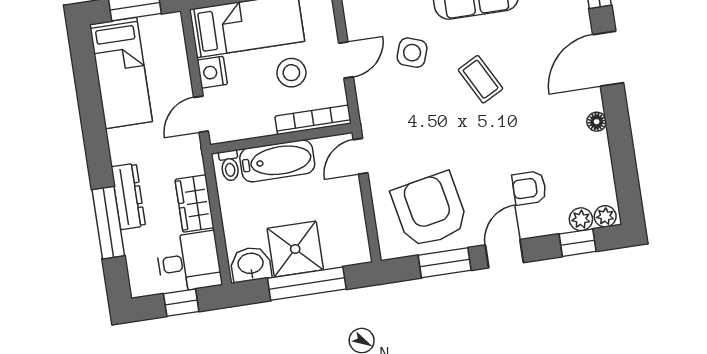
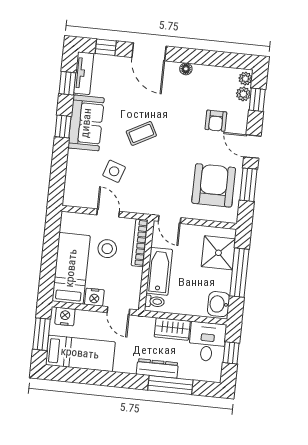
nightstand: (171, 35) -> (65, 317), added
armchair: (430, 210) -> (214, 185), turned 101
shower: (295, 249) -> (218, 253), moved

